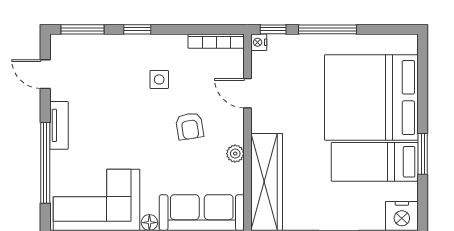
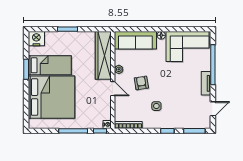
door: (45, 74) -> (213, 109), hinge flipped
door: (248, 93) -> (113, 89), moved

